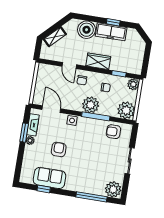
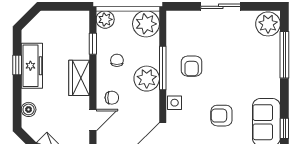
boiler: (86, 30) -> (29, 109), width x0.54, depth x0.54
armchair: (113, 132) -> (192, 66), moved

